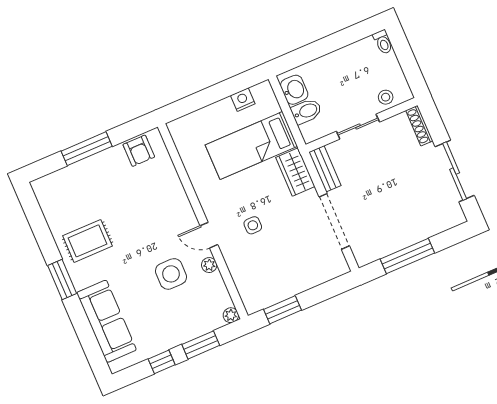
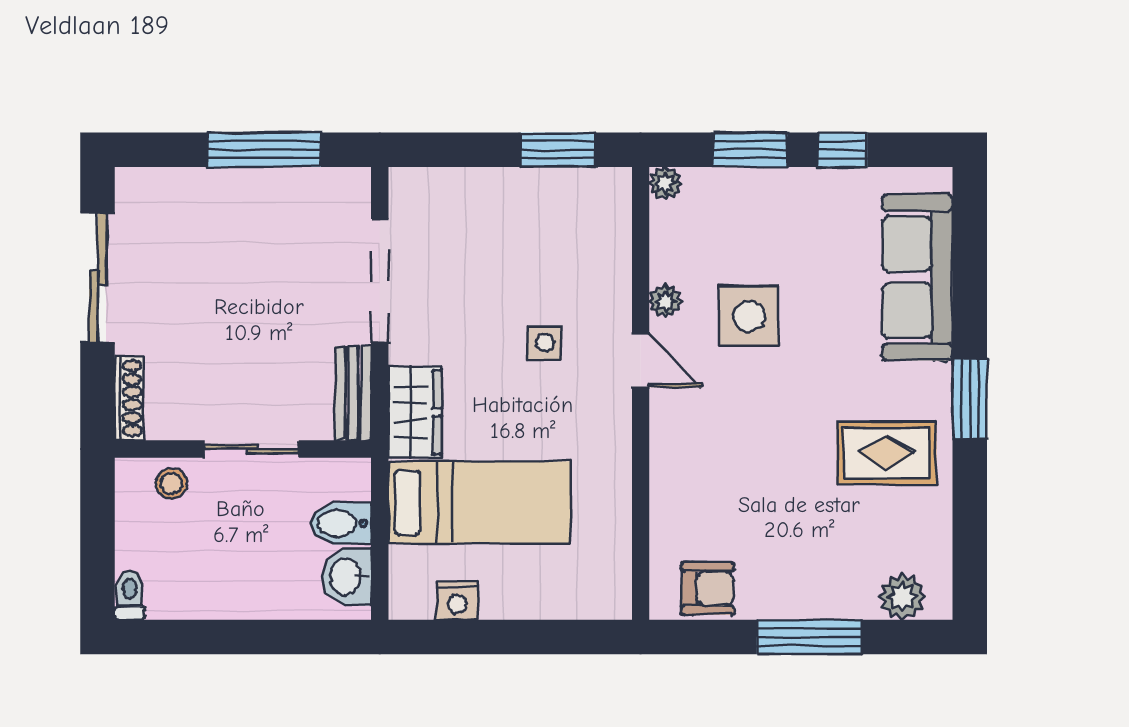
armchair: (139, 151) -> (708, 588), turned 90
plant: (55, 183) -> (902, 597), added

